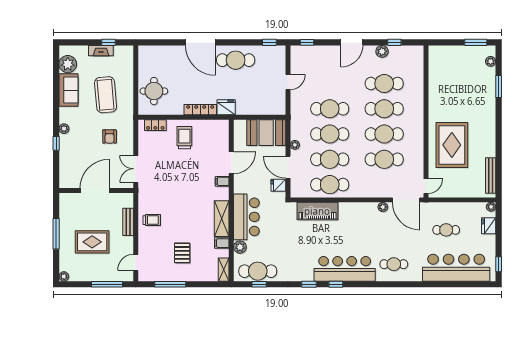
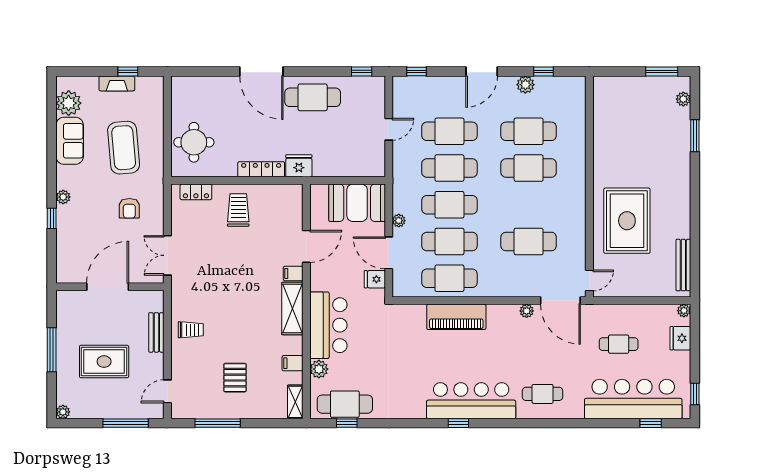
cafe table: (384, 134) -> (449, 131), moved
piano: (317, 211) -> (456, 317), moved
shelving: (222, 219) -> (292, 309), moved
window: (309, 284) -> (651, 423), moved

